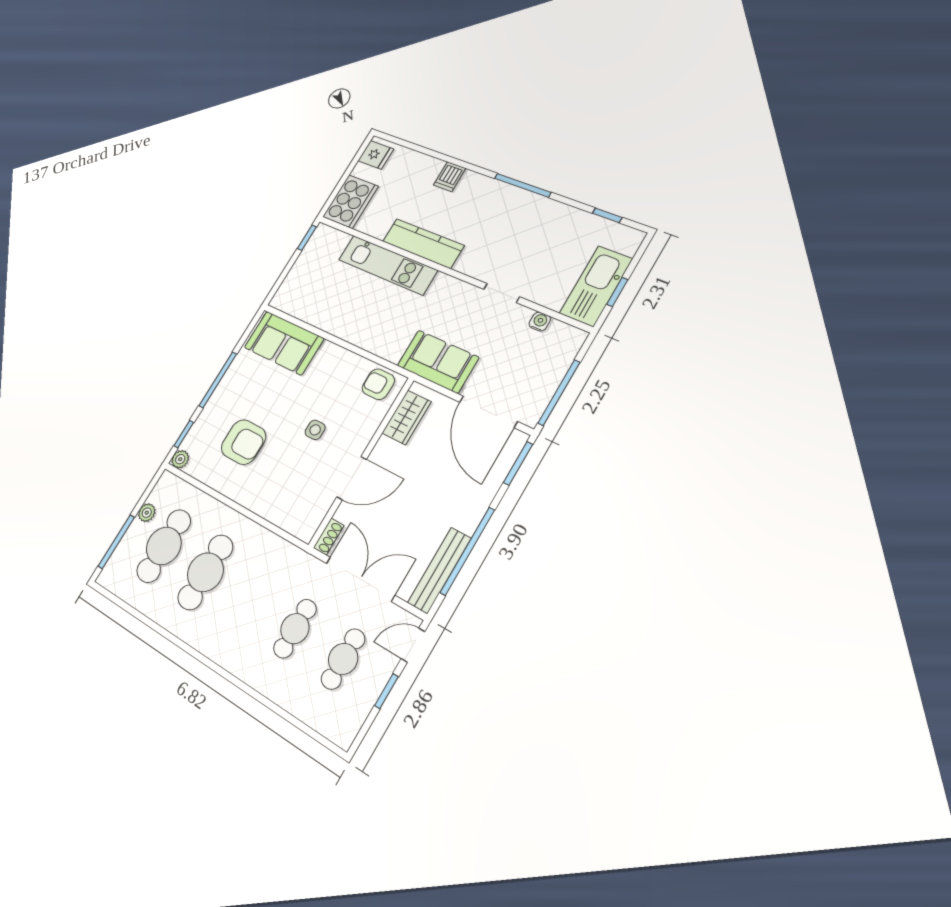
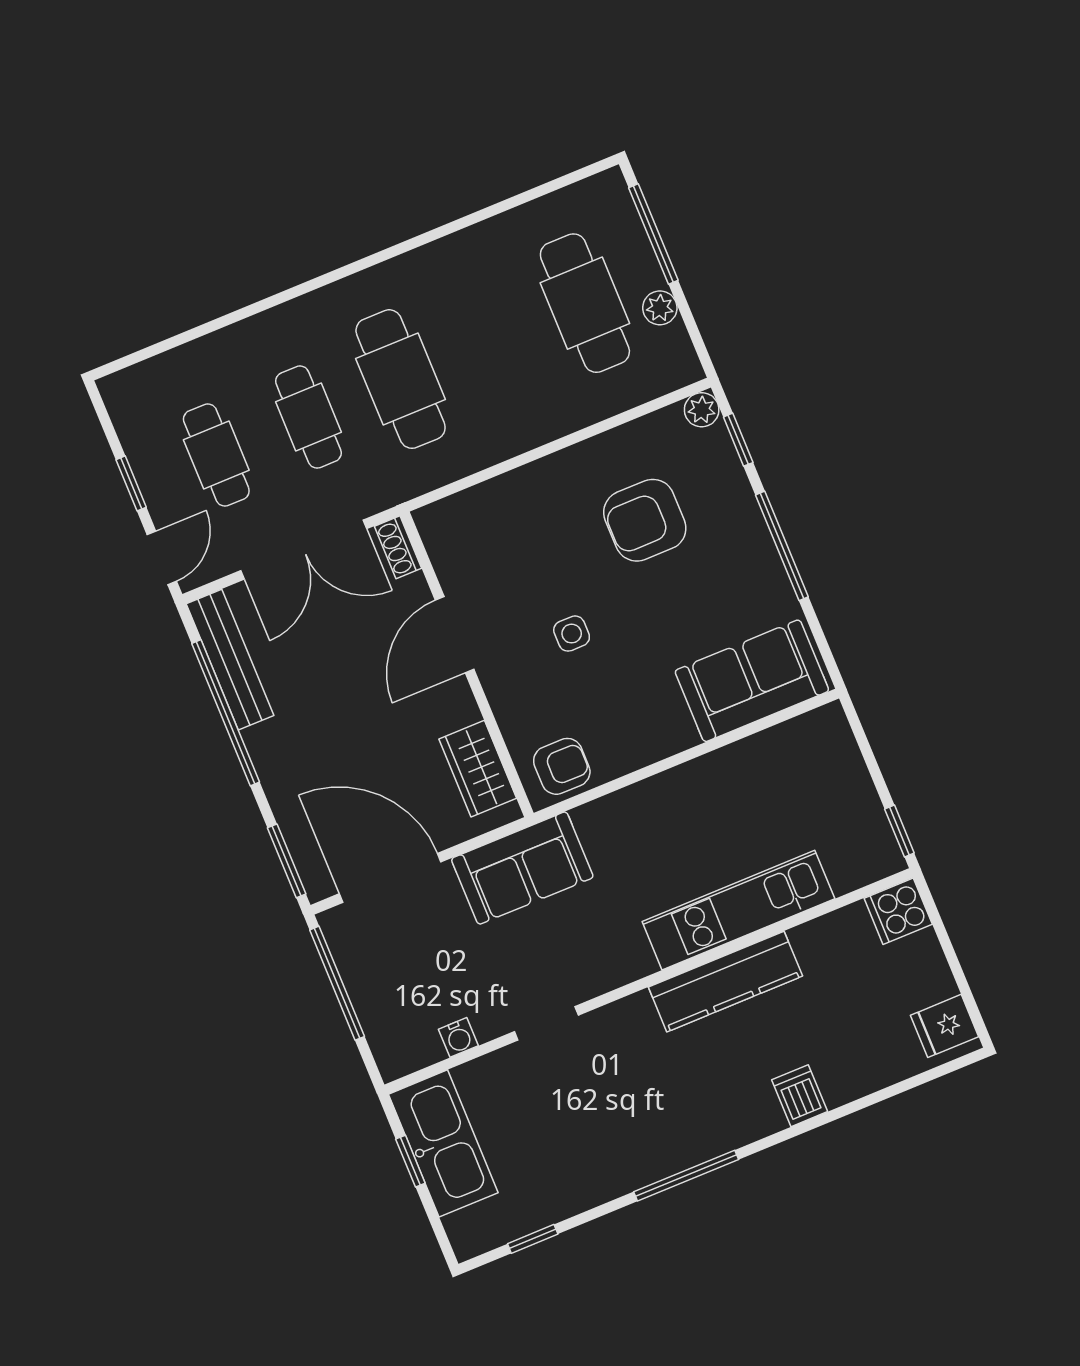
cooker: (351, 202) -> (898, 911), width x0.53, depth x0.76
cafe table: (205, 572) -> (401, 379), moved

